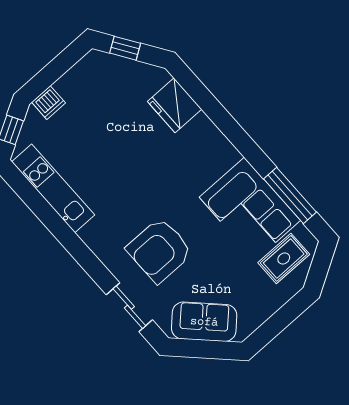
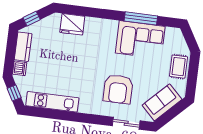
kitchen counter: (79, 77) -> (23, 47), added
window: (290, 195) -> (141, 18), moved
rug: (284, 258) -> (179, 67), moved

